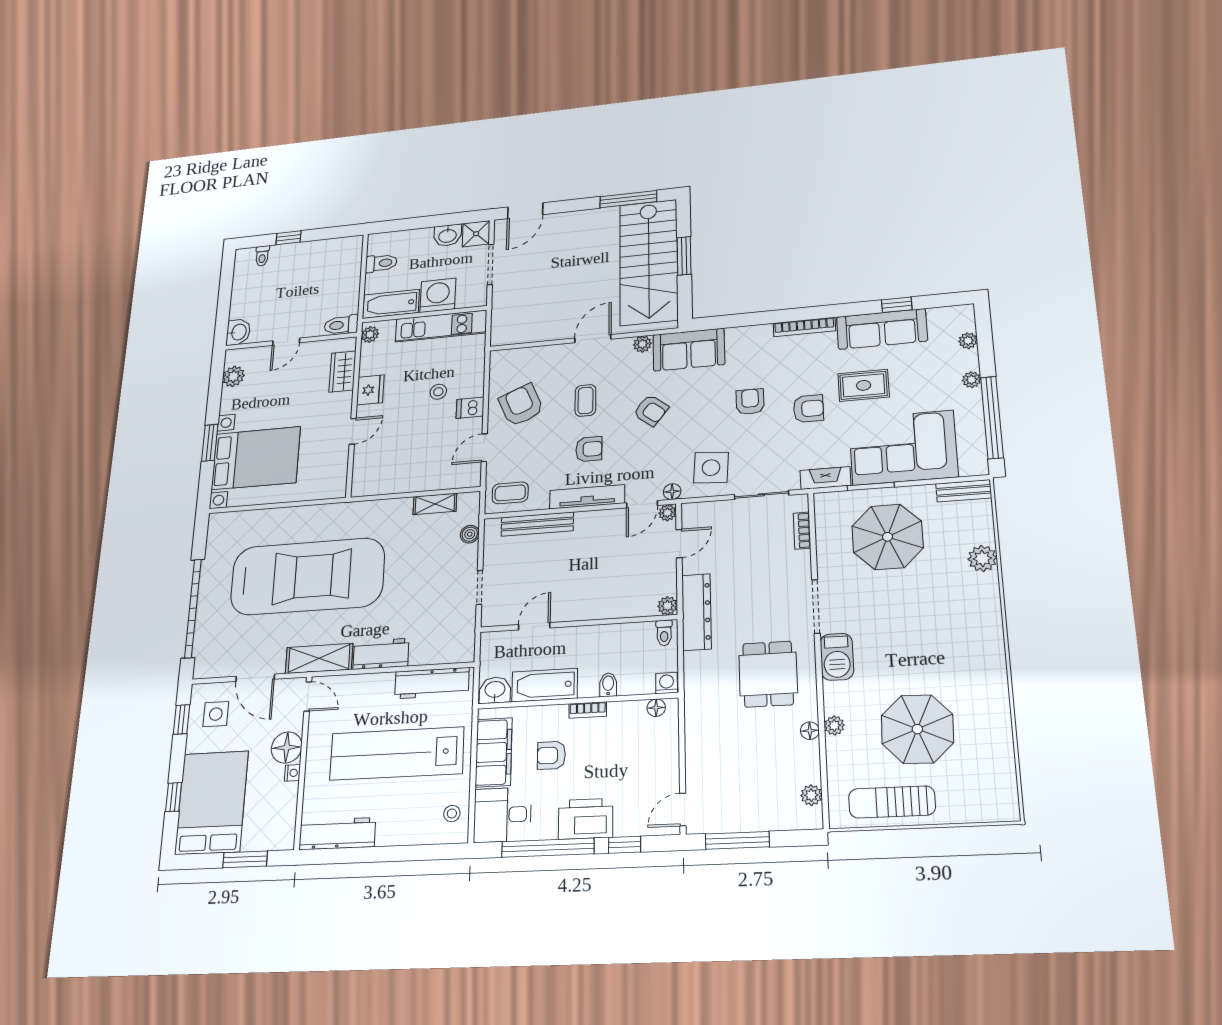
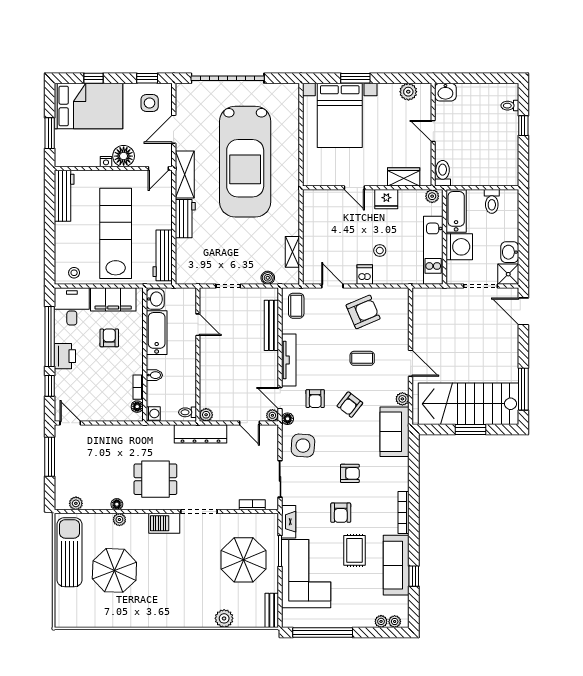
plant: (972, 380) -> (395, 621), moved
armchair: (589, 449) -> (315, 399), moved
bookcase: (588, 710) -> (138, 387), moved
sun lounger: (892, 802) -> (69, 552), width x1.36, depth x1.34
printer: (586, 819) -> (65, 356), width x0.73, depth x0.84

